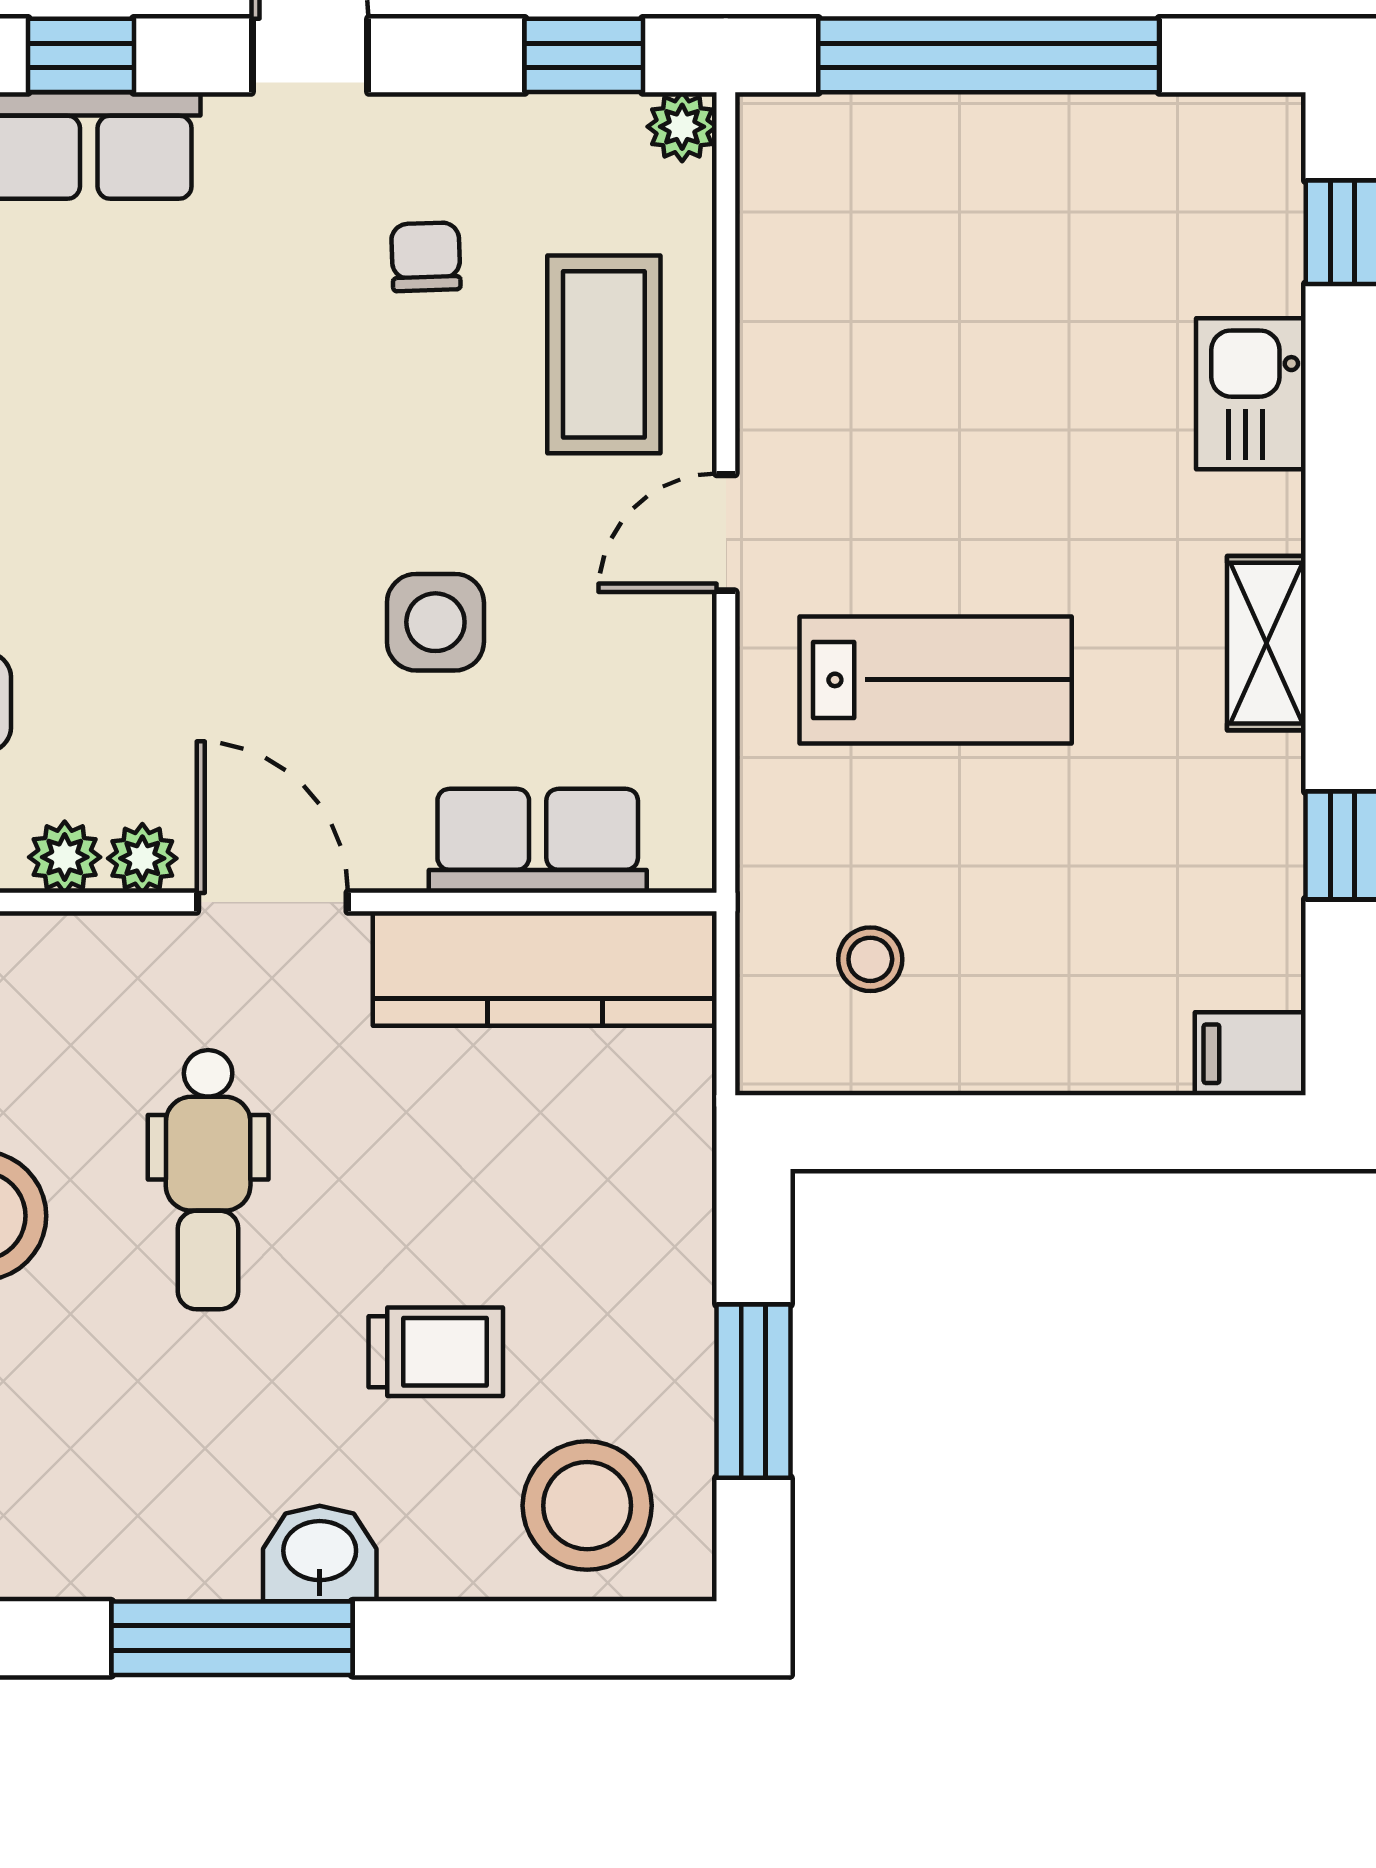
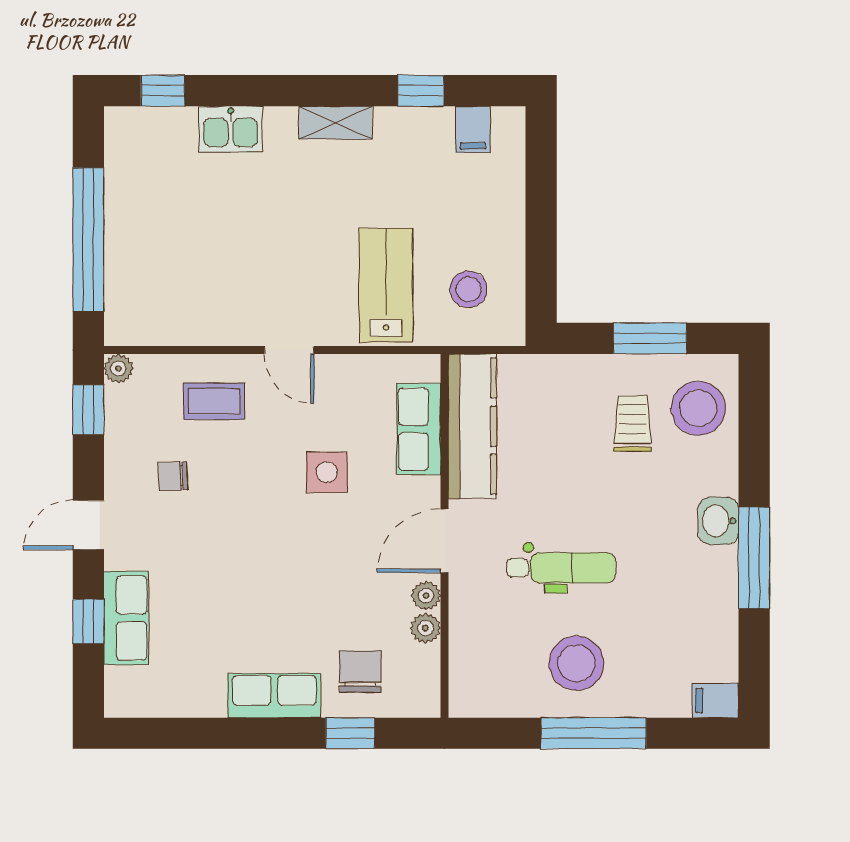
coffee table: (604, 354) -> (214, 401), width x0.73, depth x0.77
lab bench: (936, 680) -> (386, 285), moved
stool: (870, 959) -> (469, 289), width x1.37, depth x1.37
filing cabinet: (1250, 1054) -> (473, 129), moved
trolley: (436, 1352) -> (633, 423), moved

